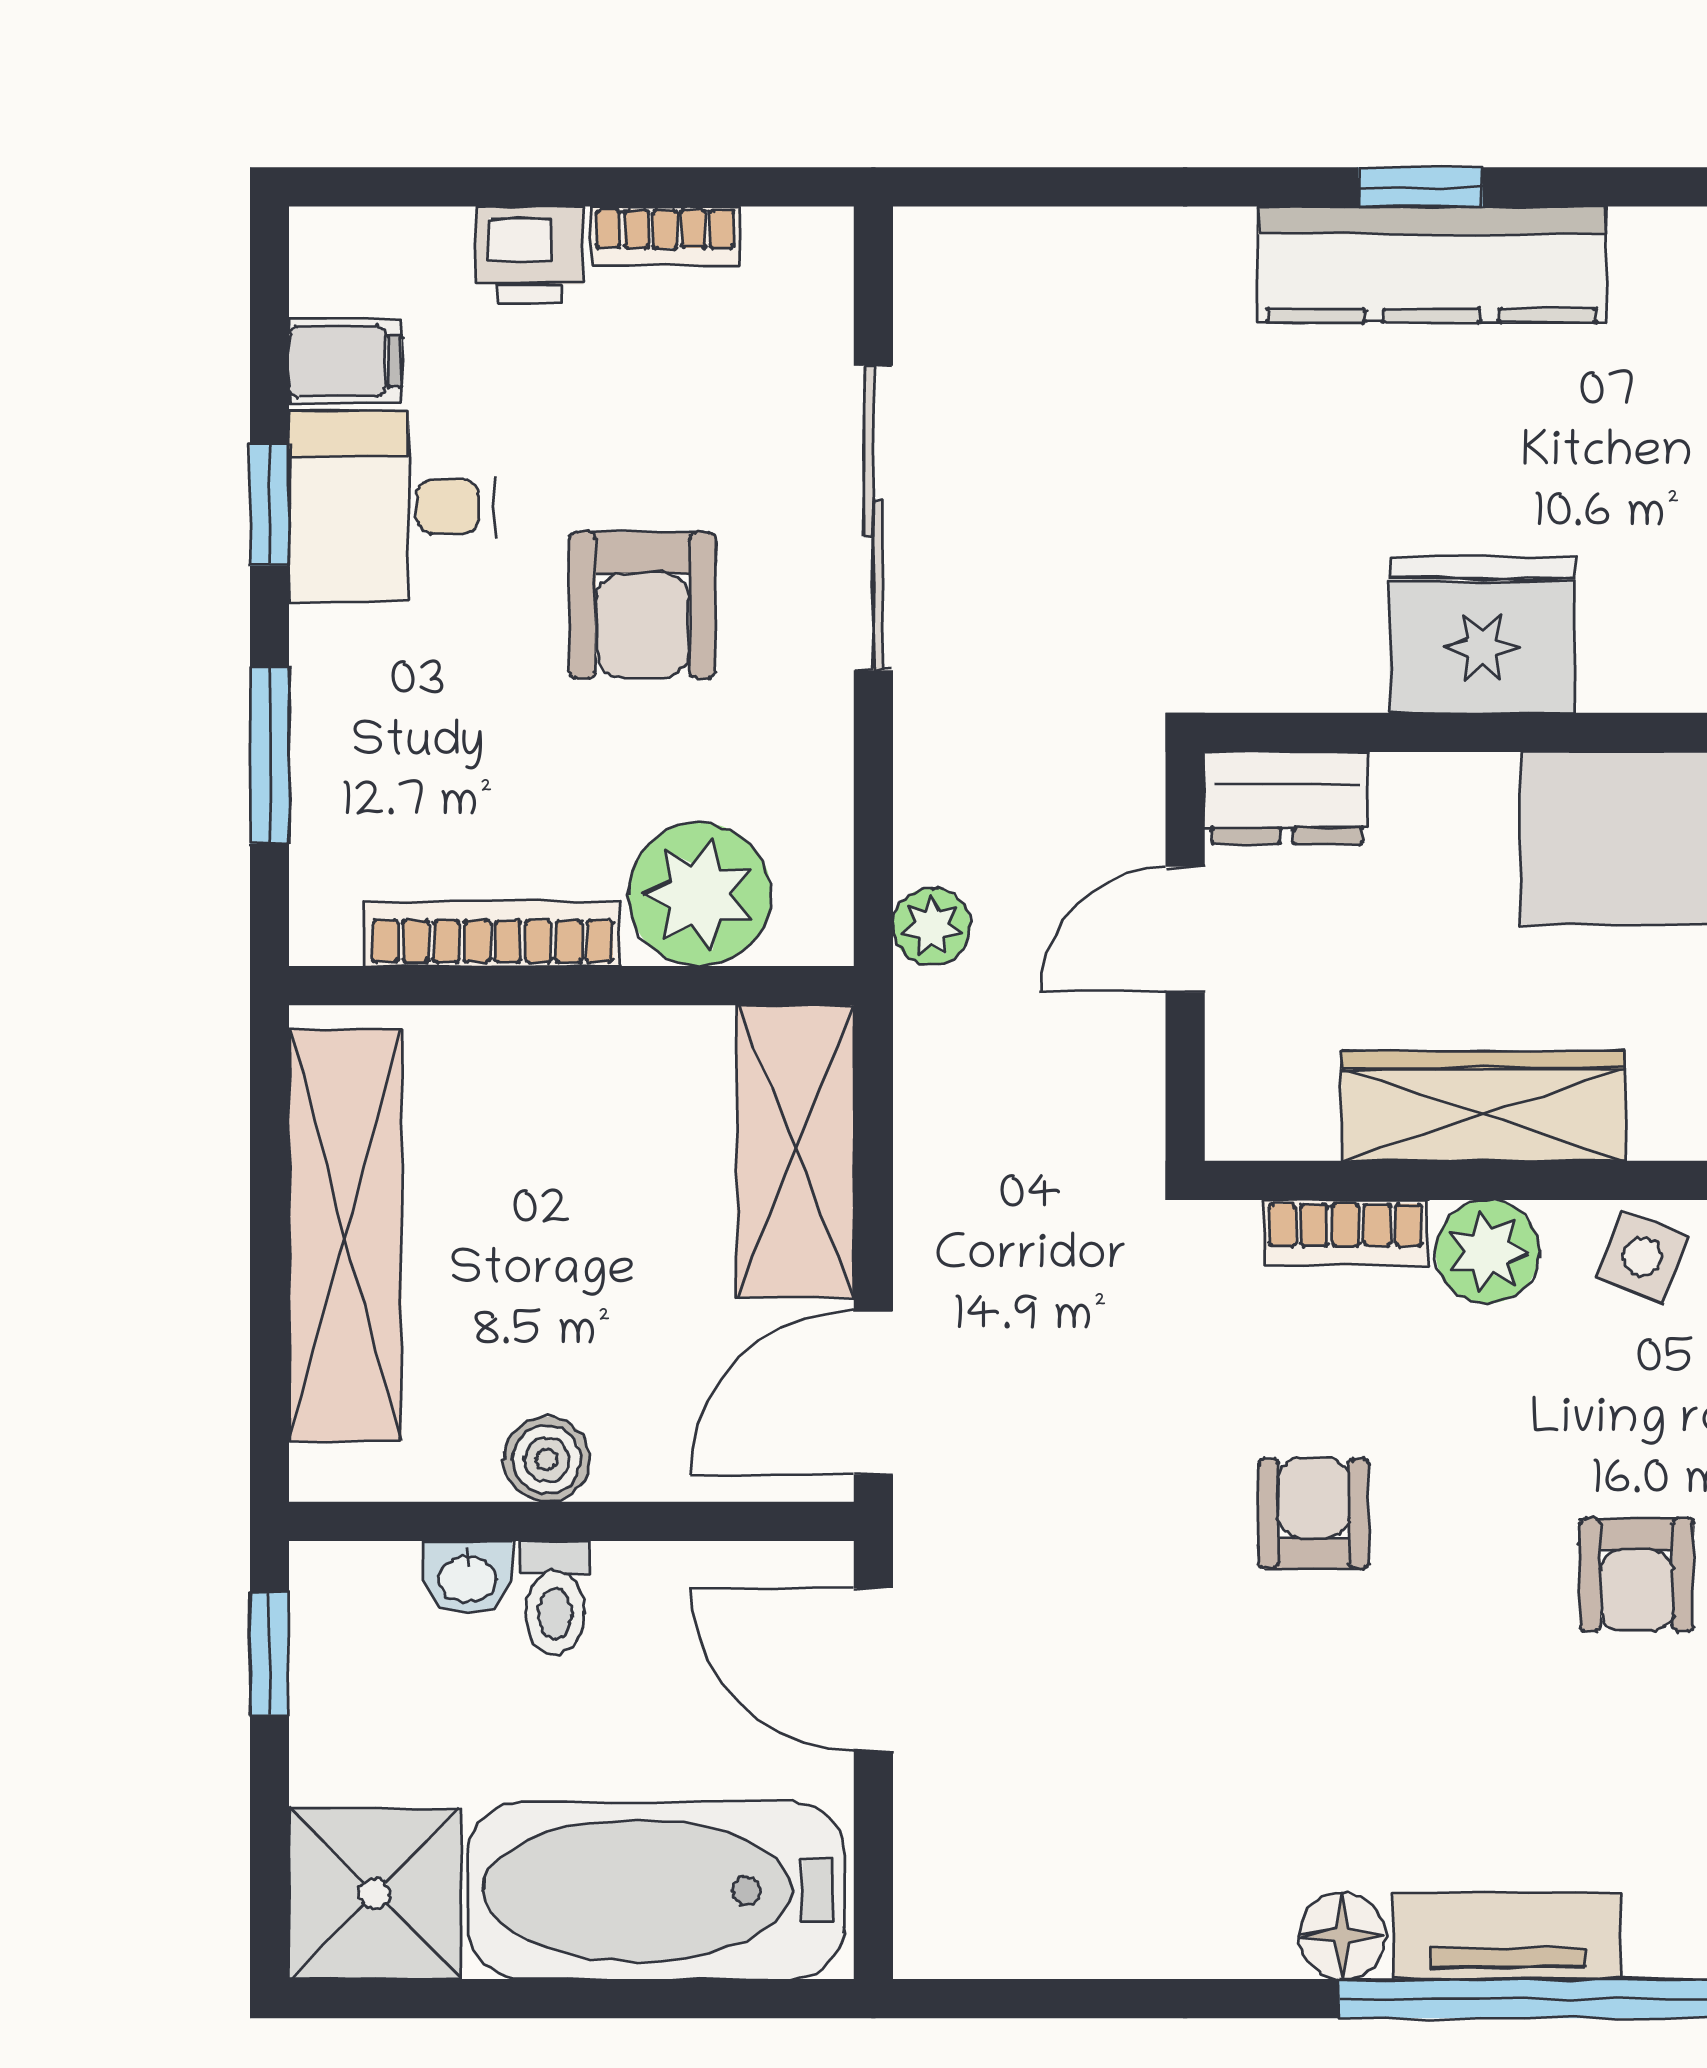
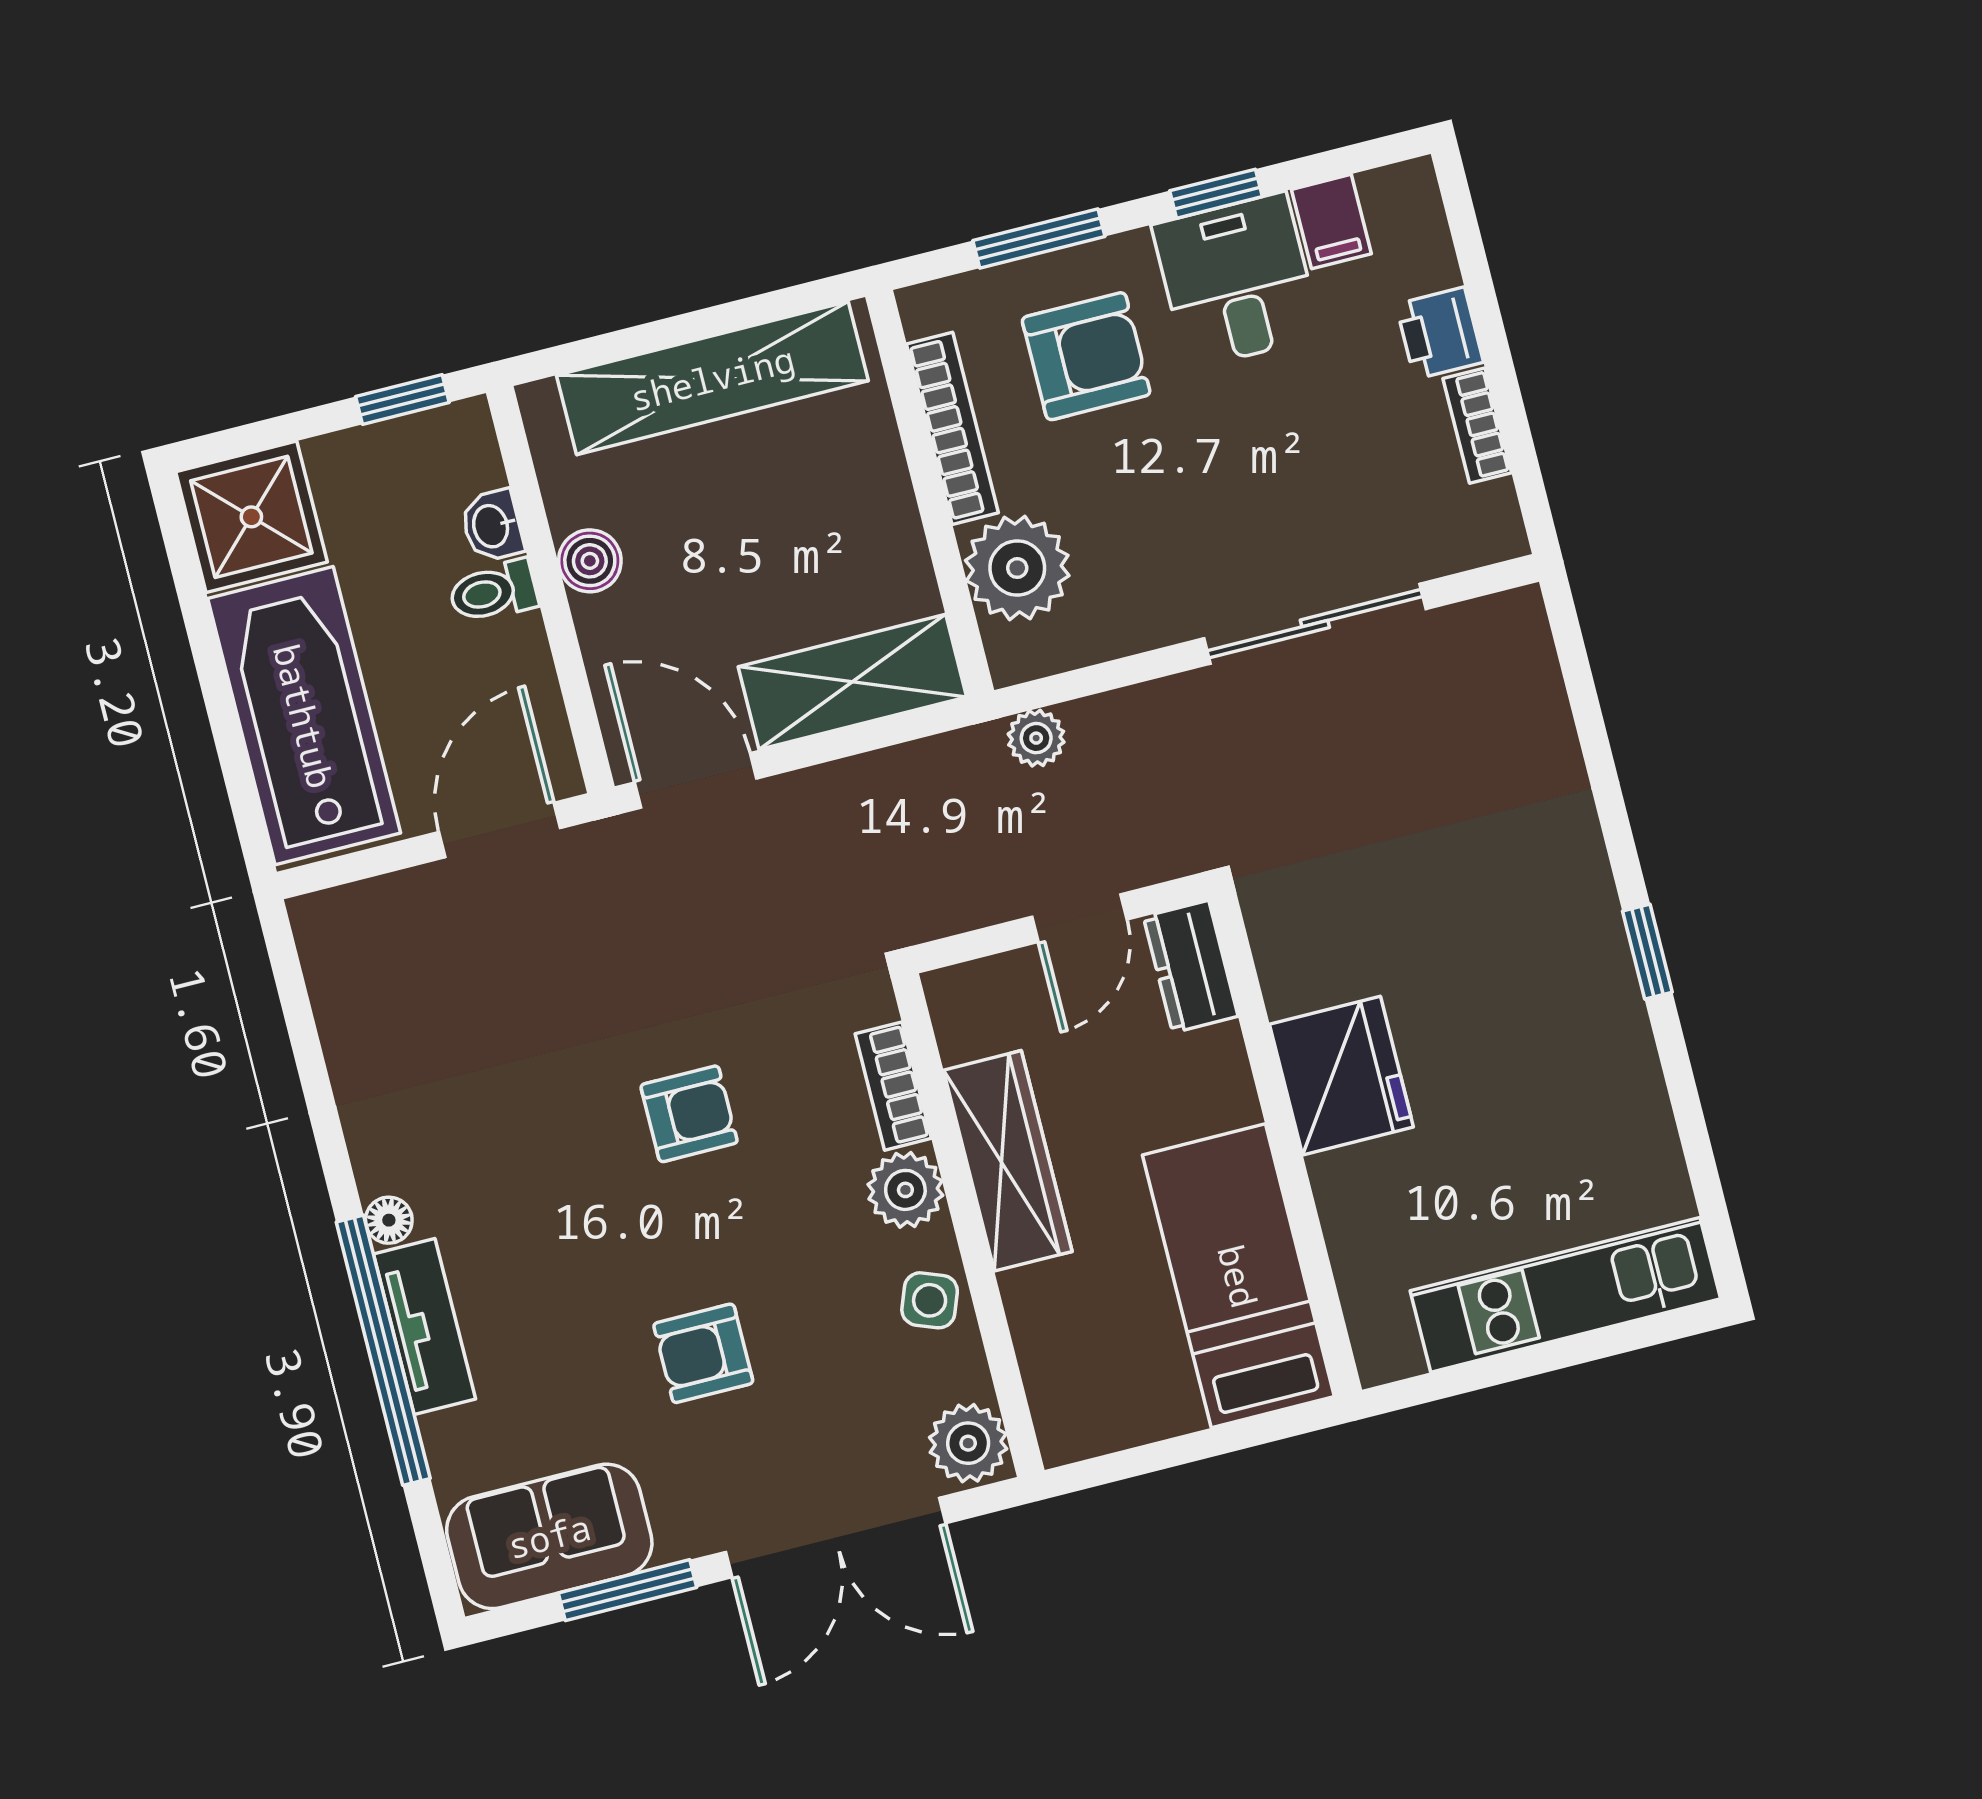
kitchen counter: (1432, 264) -> (1595, 974), removed
armchair: (643, 605) -> (1086, 356), moved, turned 180
door: (1185, 930) -> (1079, 918), swing flipped
floor lamp: (1342, 1936) -> (389, 1220), width x0.73, depth x0.73

